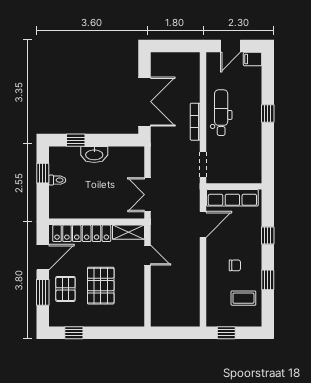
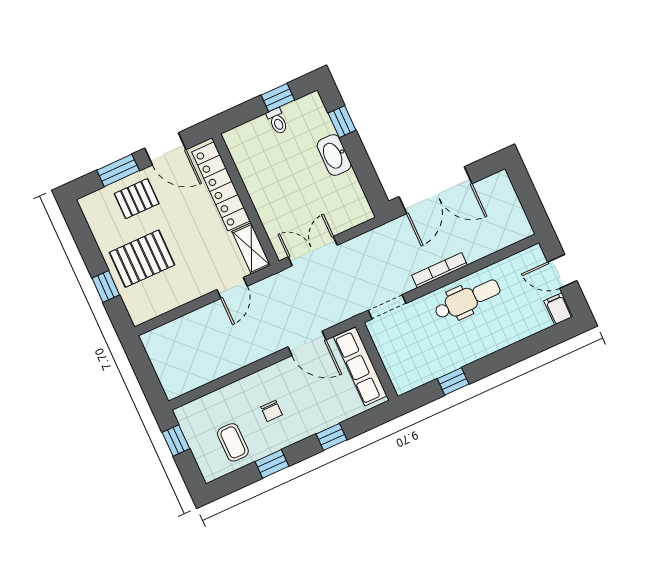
window: (268, 113) -> (453, 381), moved
pallet: (101, 286) -> (142, 259), moved
window: (74, 333) -> (106, 287), moved

